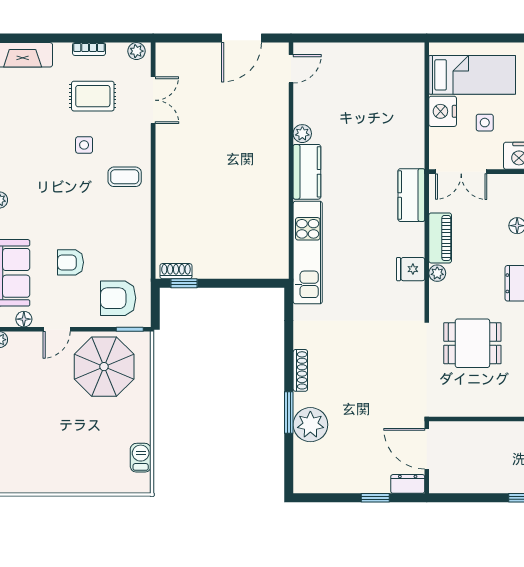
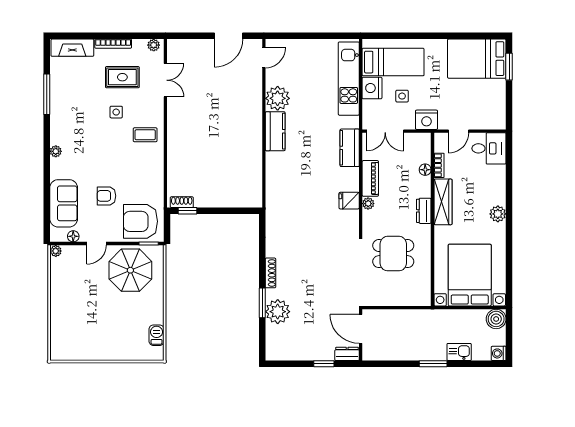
bookcase: (89, 49) -> (113, 44), width x1.56
plant: (302, 134) -> (278, 98), width x1.87, depth x1.87
kitchen unit: (308, 252) -> (349, 79), moved, turned 180
armchair: (118, 298) -> (140, 221), width x1.36, depth x1.36

